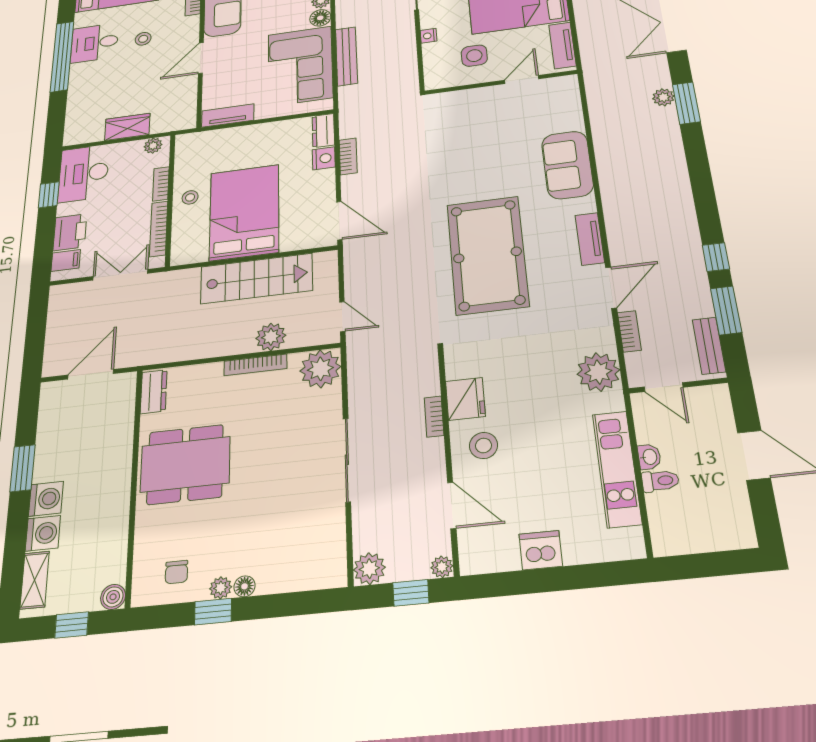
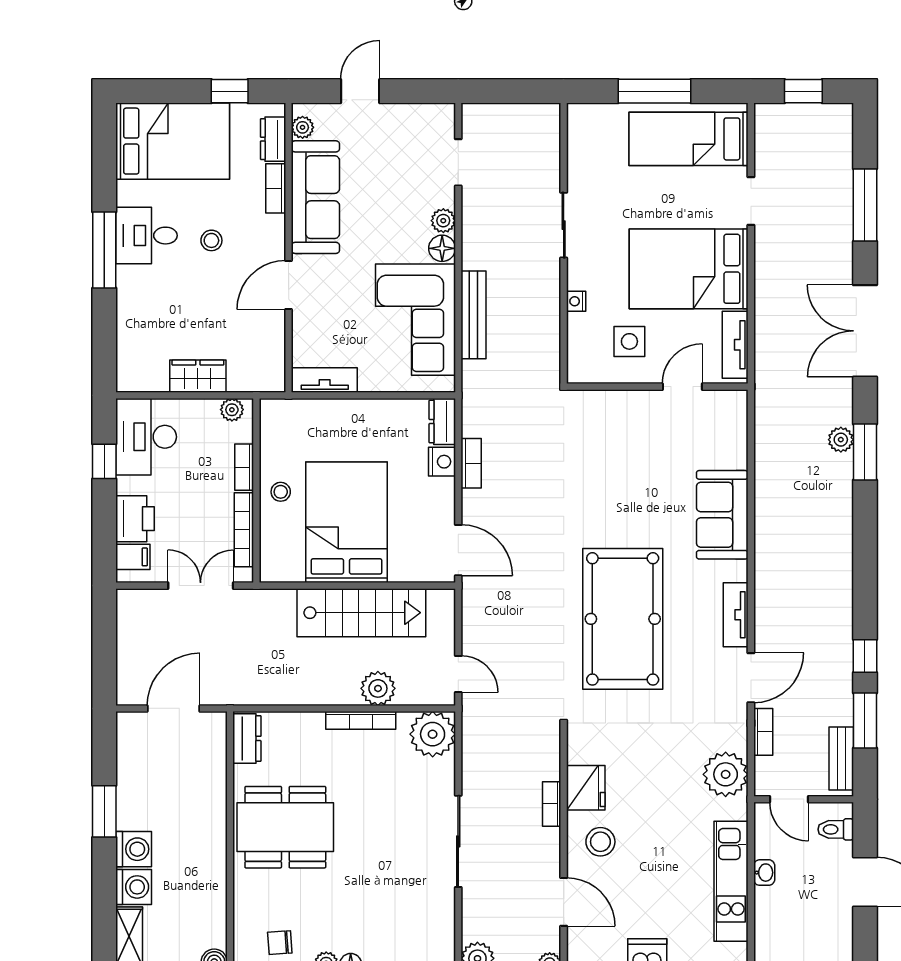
window: (62, 56) -> (104, 250), width x0.68
toilet: (660, 481) -> (836, 829), moved, turned 180
chair: (177, 572) -> (280, 943), turned 86

